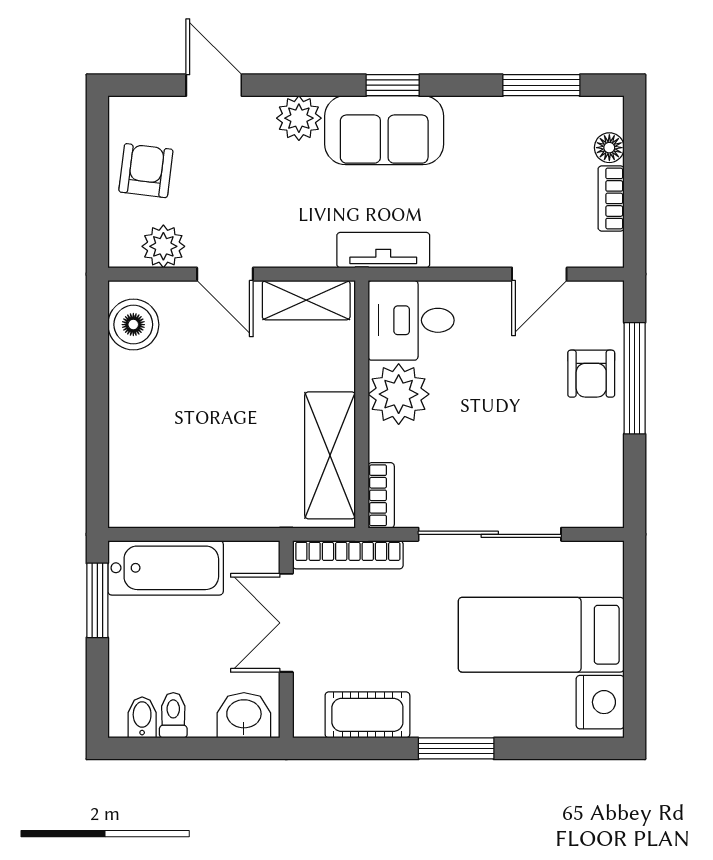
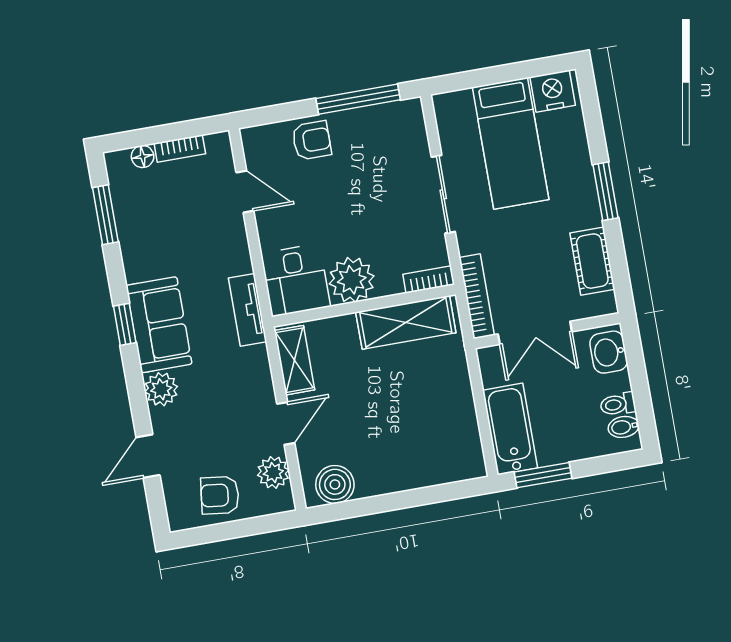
window: (635, 378) -> (358, 99), moved
sliding door: (490, 534) -> (443, 194), width x0.73

